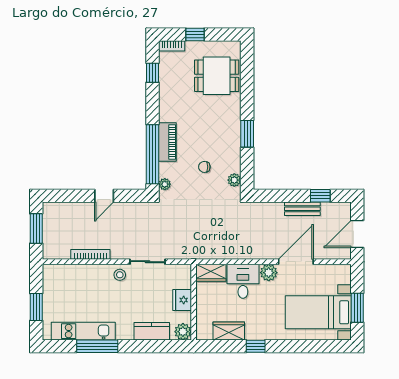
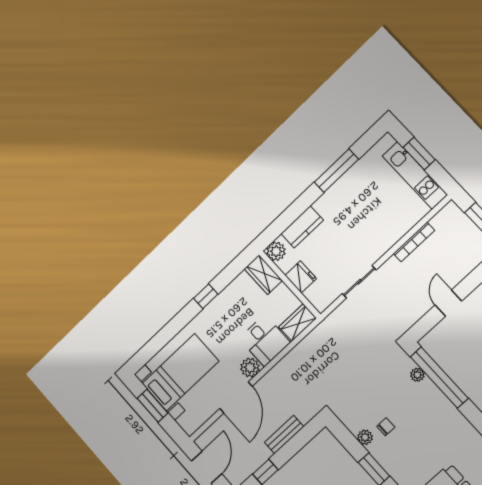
piano: (167, 142) -> (436, 400), removed
chair: (204, 167) -> (386, 427), moved
plant: (234, 180) -> (365, 437), moved
plant: (165, 184) -> (417, 375), moved
bench: (302, 209) -> (284, 434), moved
stool: (120, 275) -> (373, 249), removed
kitchen unit: (83, 331) -> (415, 175), moved, turned 90
wardrobe: (229, 331) -> (263, 275), moved, turned 90

